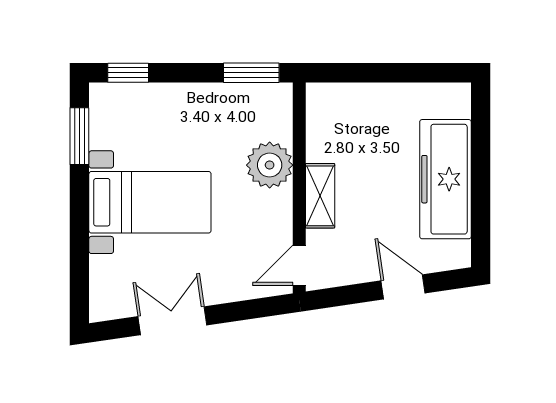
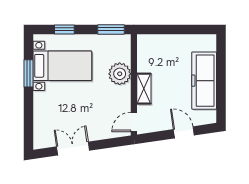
window: (128, 73) -> (64, 29), moved
window: (79, 136) -> (28, 73), moved
bed with nightstands: (150, 202) -> (62, 66), moved

